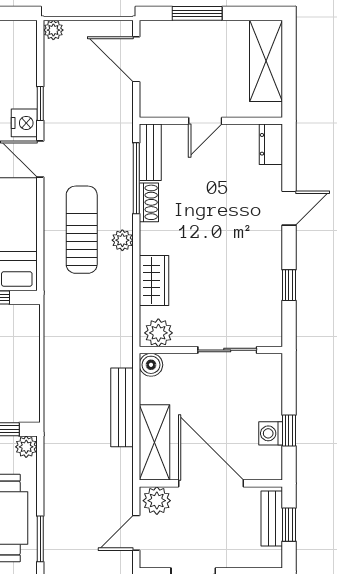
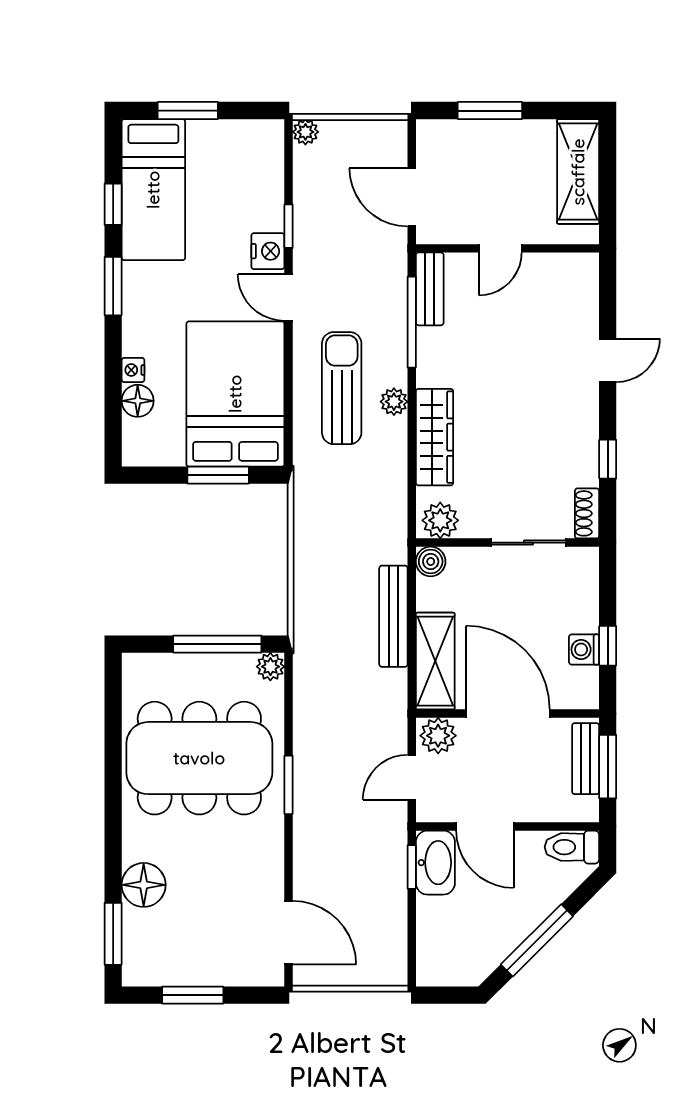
door: (136, 59) -> (412, 197), moved
dresser: (271, 144) -> (584, 279), removed
shoe rack: (149, 202) -> (587, 513), moved, turned 180
wardrobe: (154, 280) -> (434, 437), width x1.50
window: (289, 525) -> (608, 767), width x1.50

